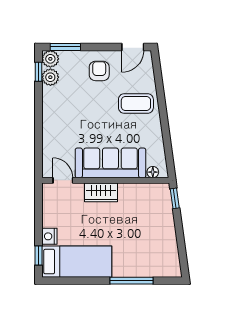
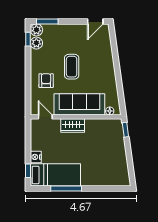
armchair: (99, 71) -> (46, 81), moved
coffee table: (136, 103) -> (72, 67), moved, turned 90
window: (132, 281) -> (66, 189), moved

